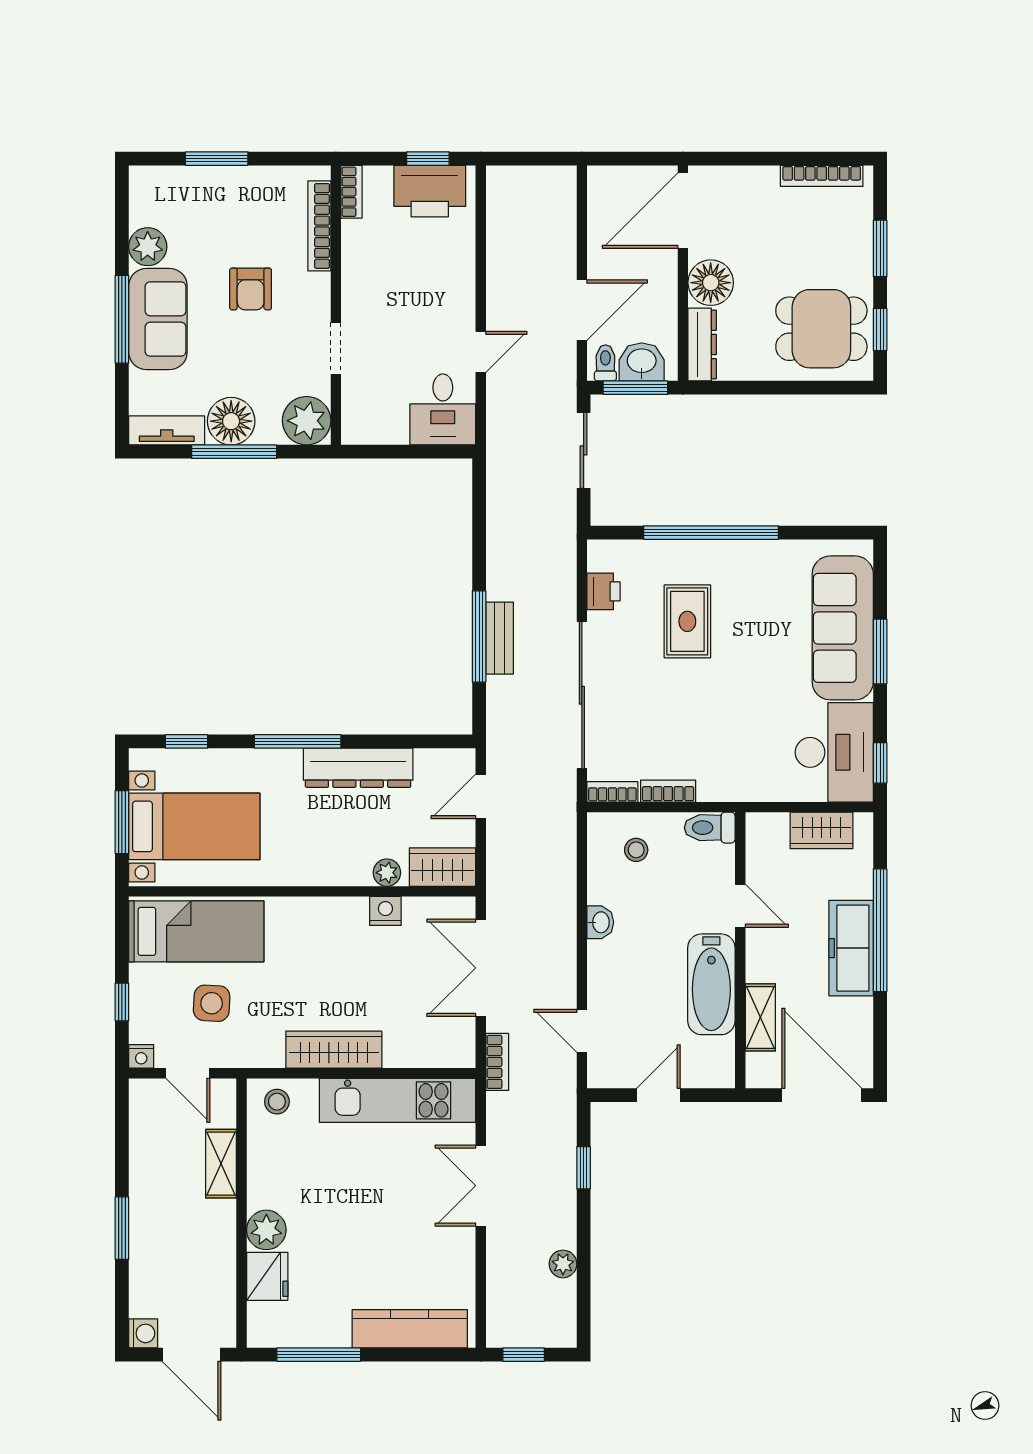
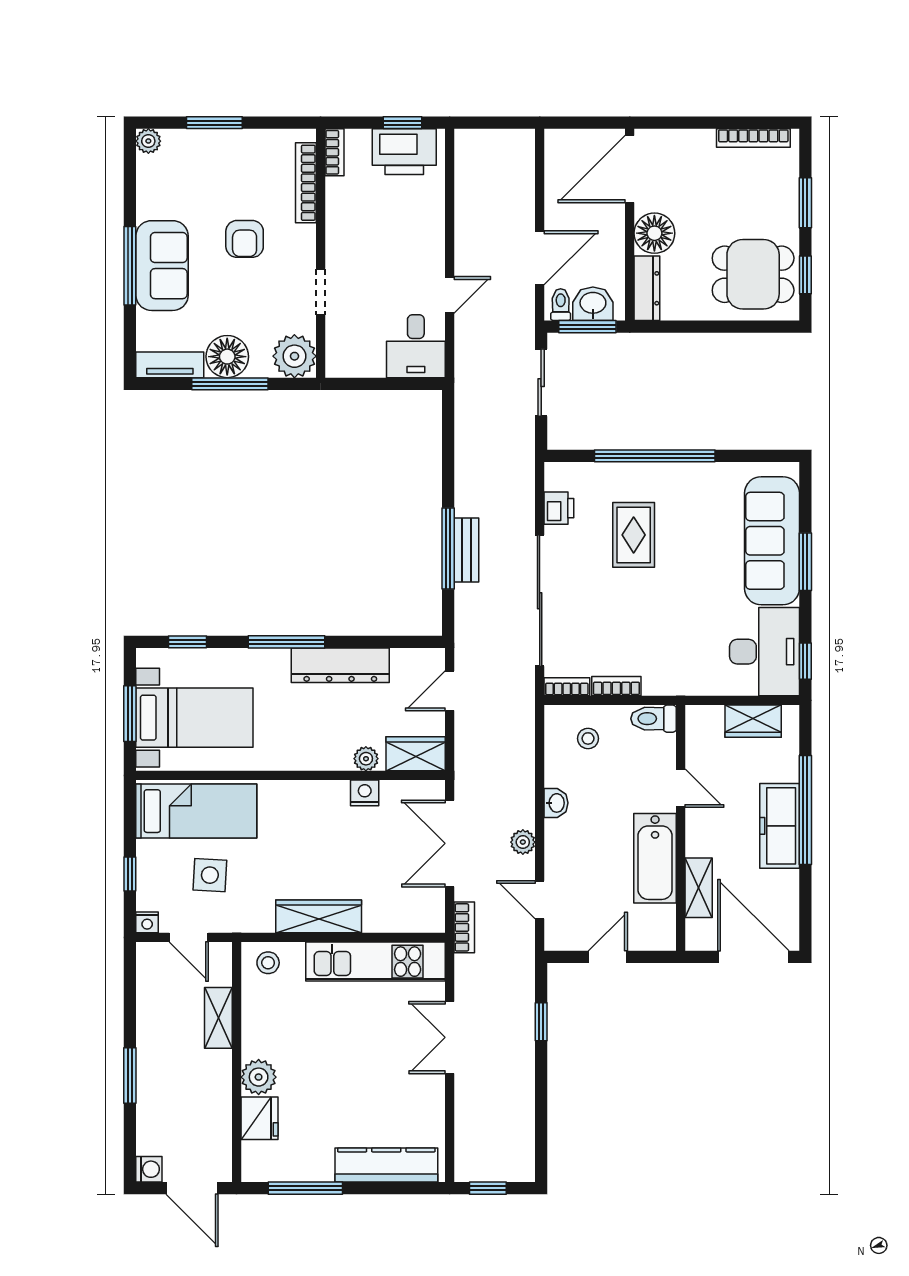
plant: (148, 247) -> (148, 141), moved, width x0.73, depth x0.73
plant: (563, 1264) -> (523, 842), moved

